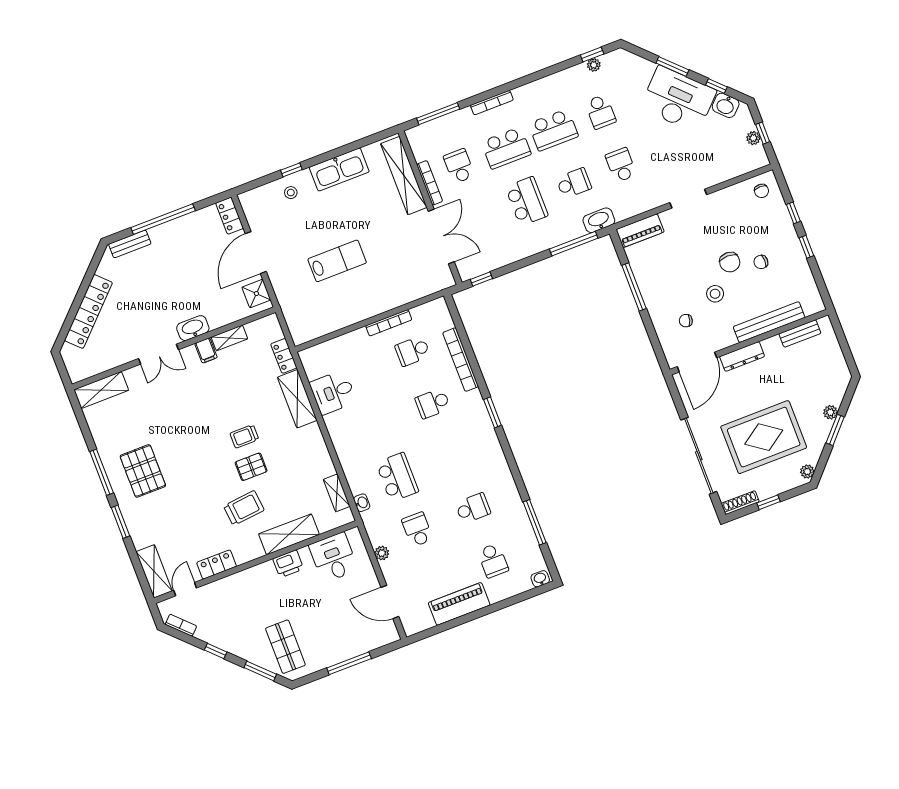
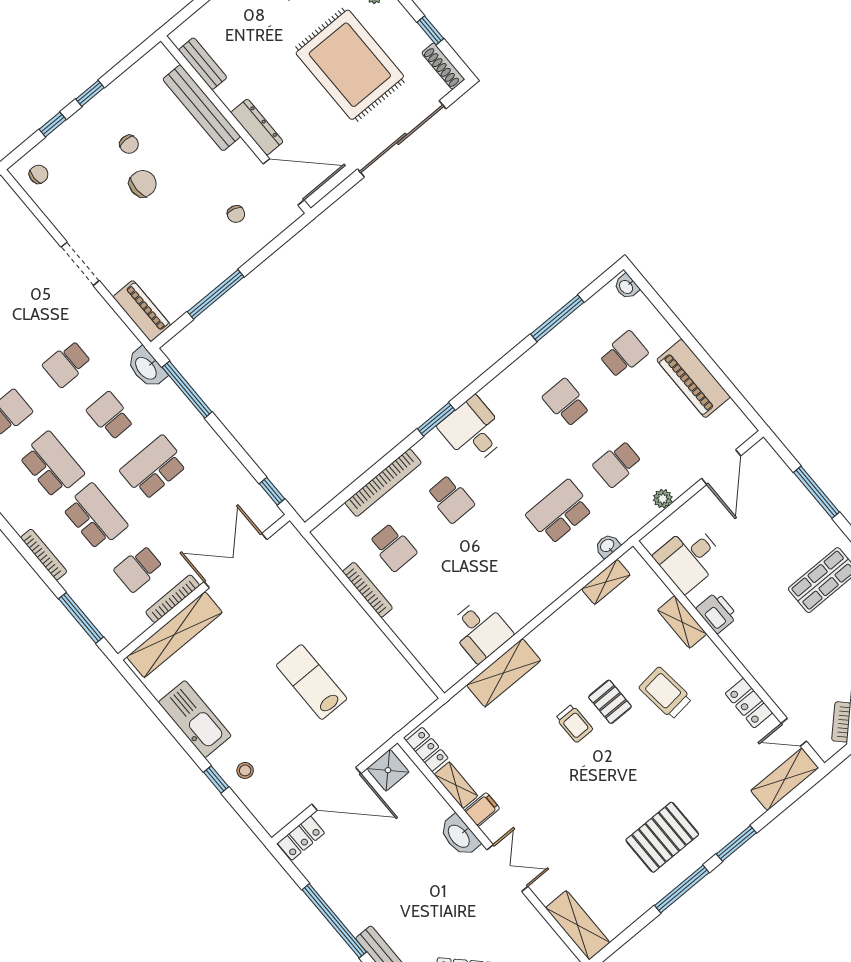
stool: (715, 294) -> (189, 189), removed
locker: (284, 356) -> (427, 749), moved, turned -90
desk: (475, 436) -> (473, 431), added
shelving: (289, 534) -> (682, 622), width x0.67, depth x0.75

